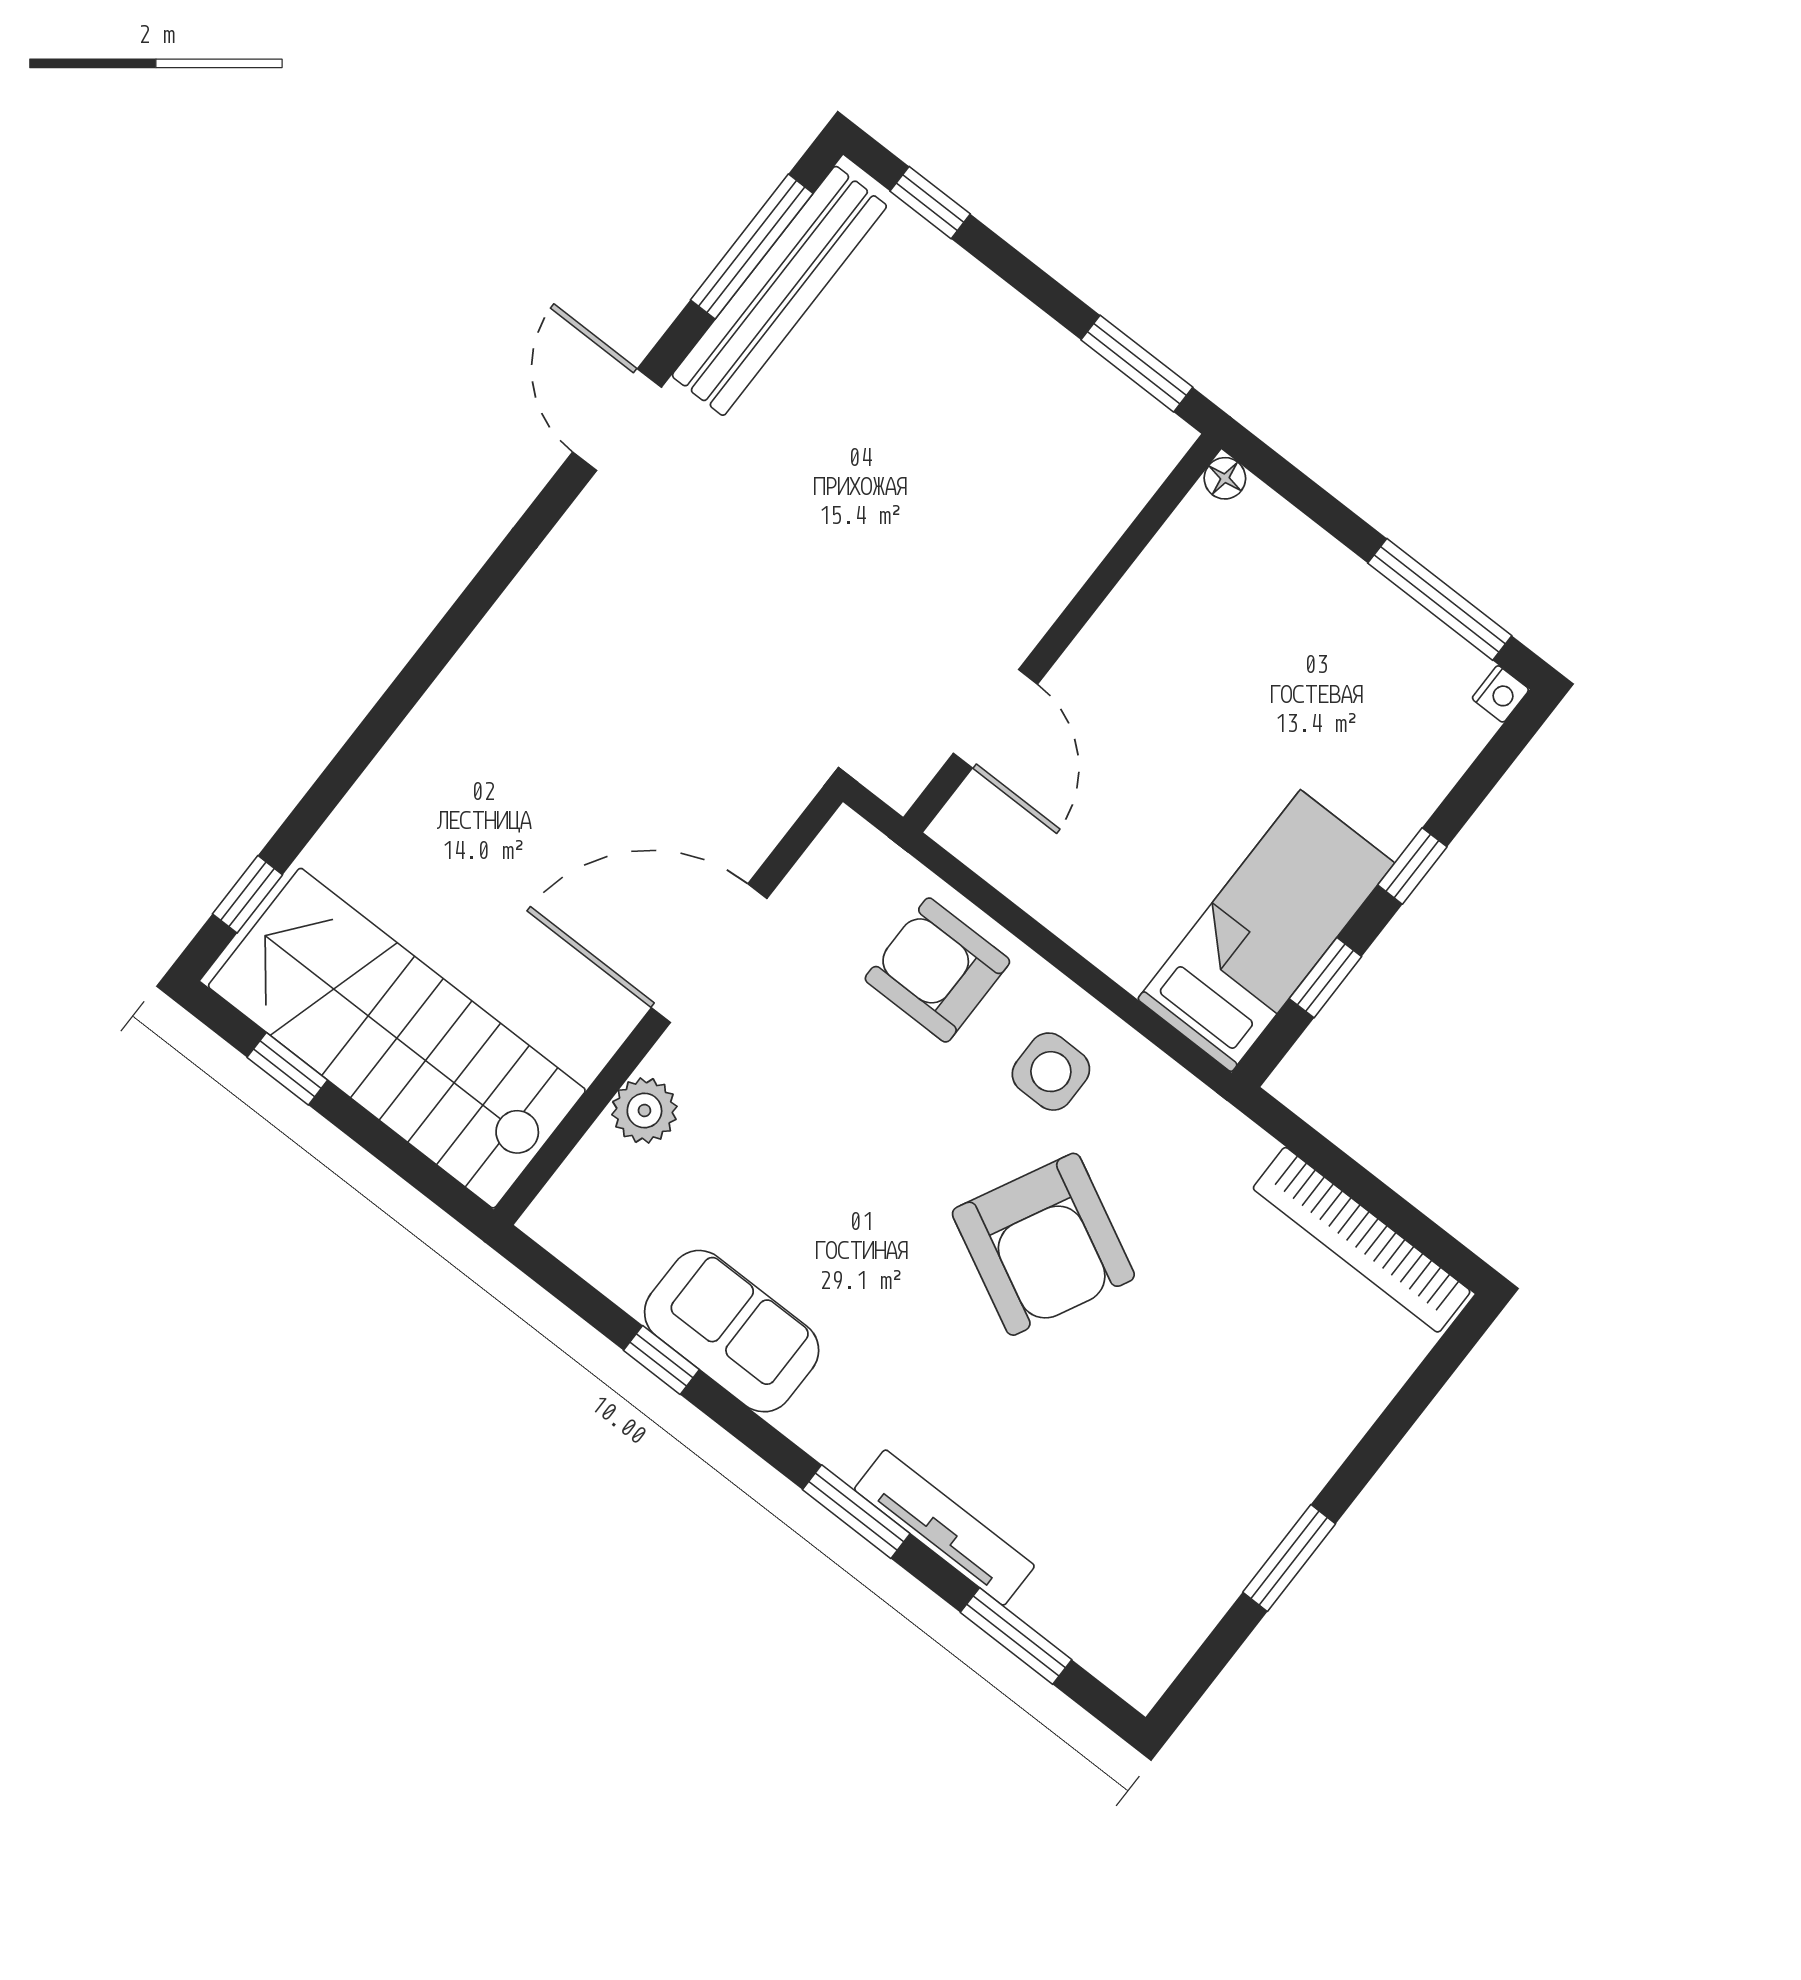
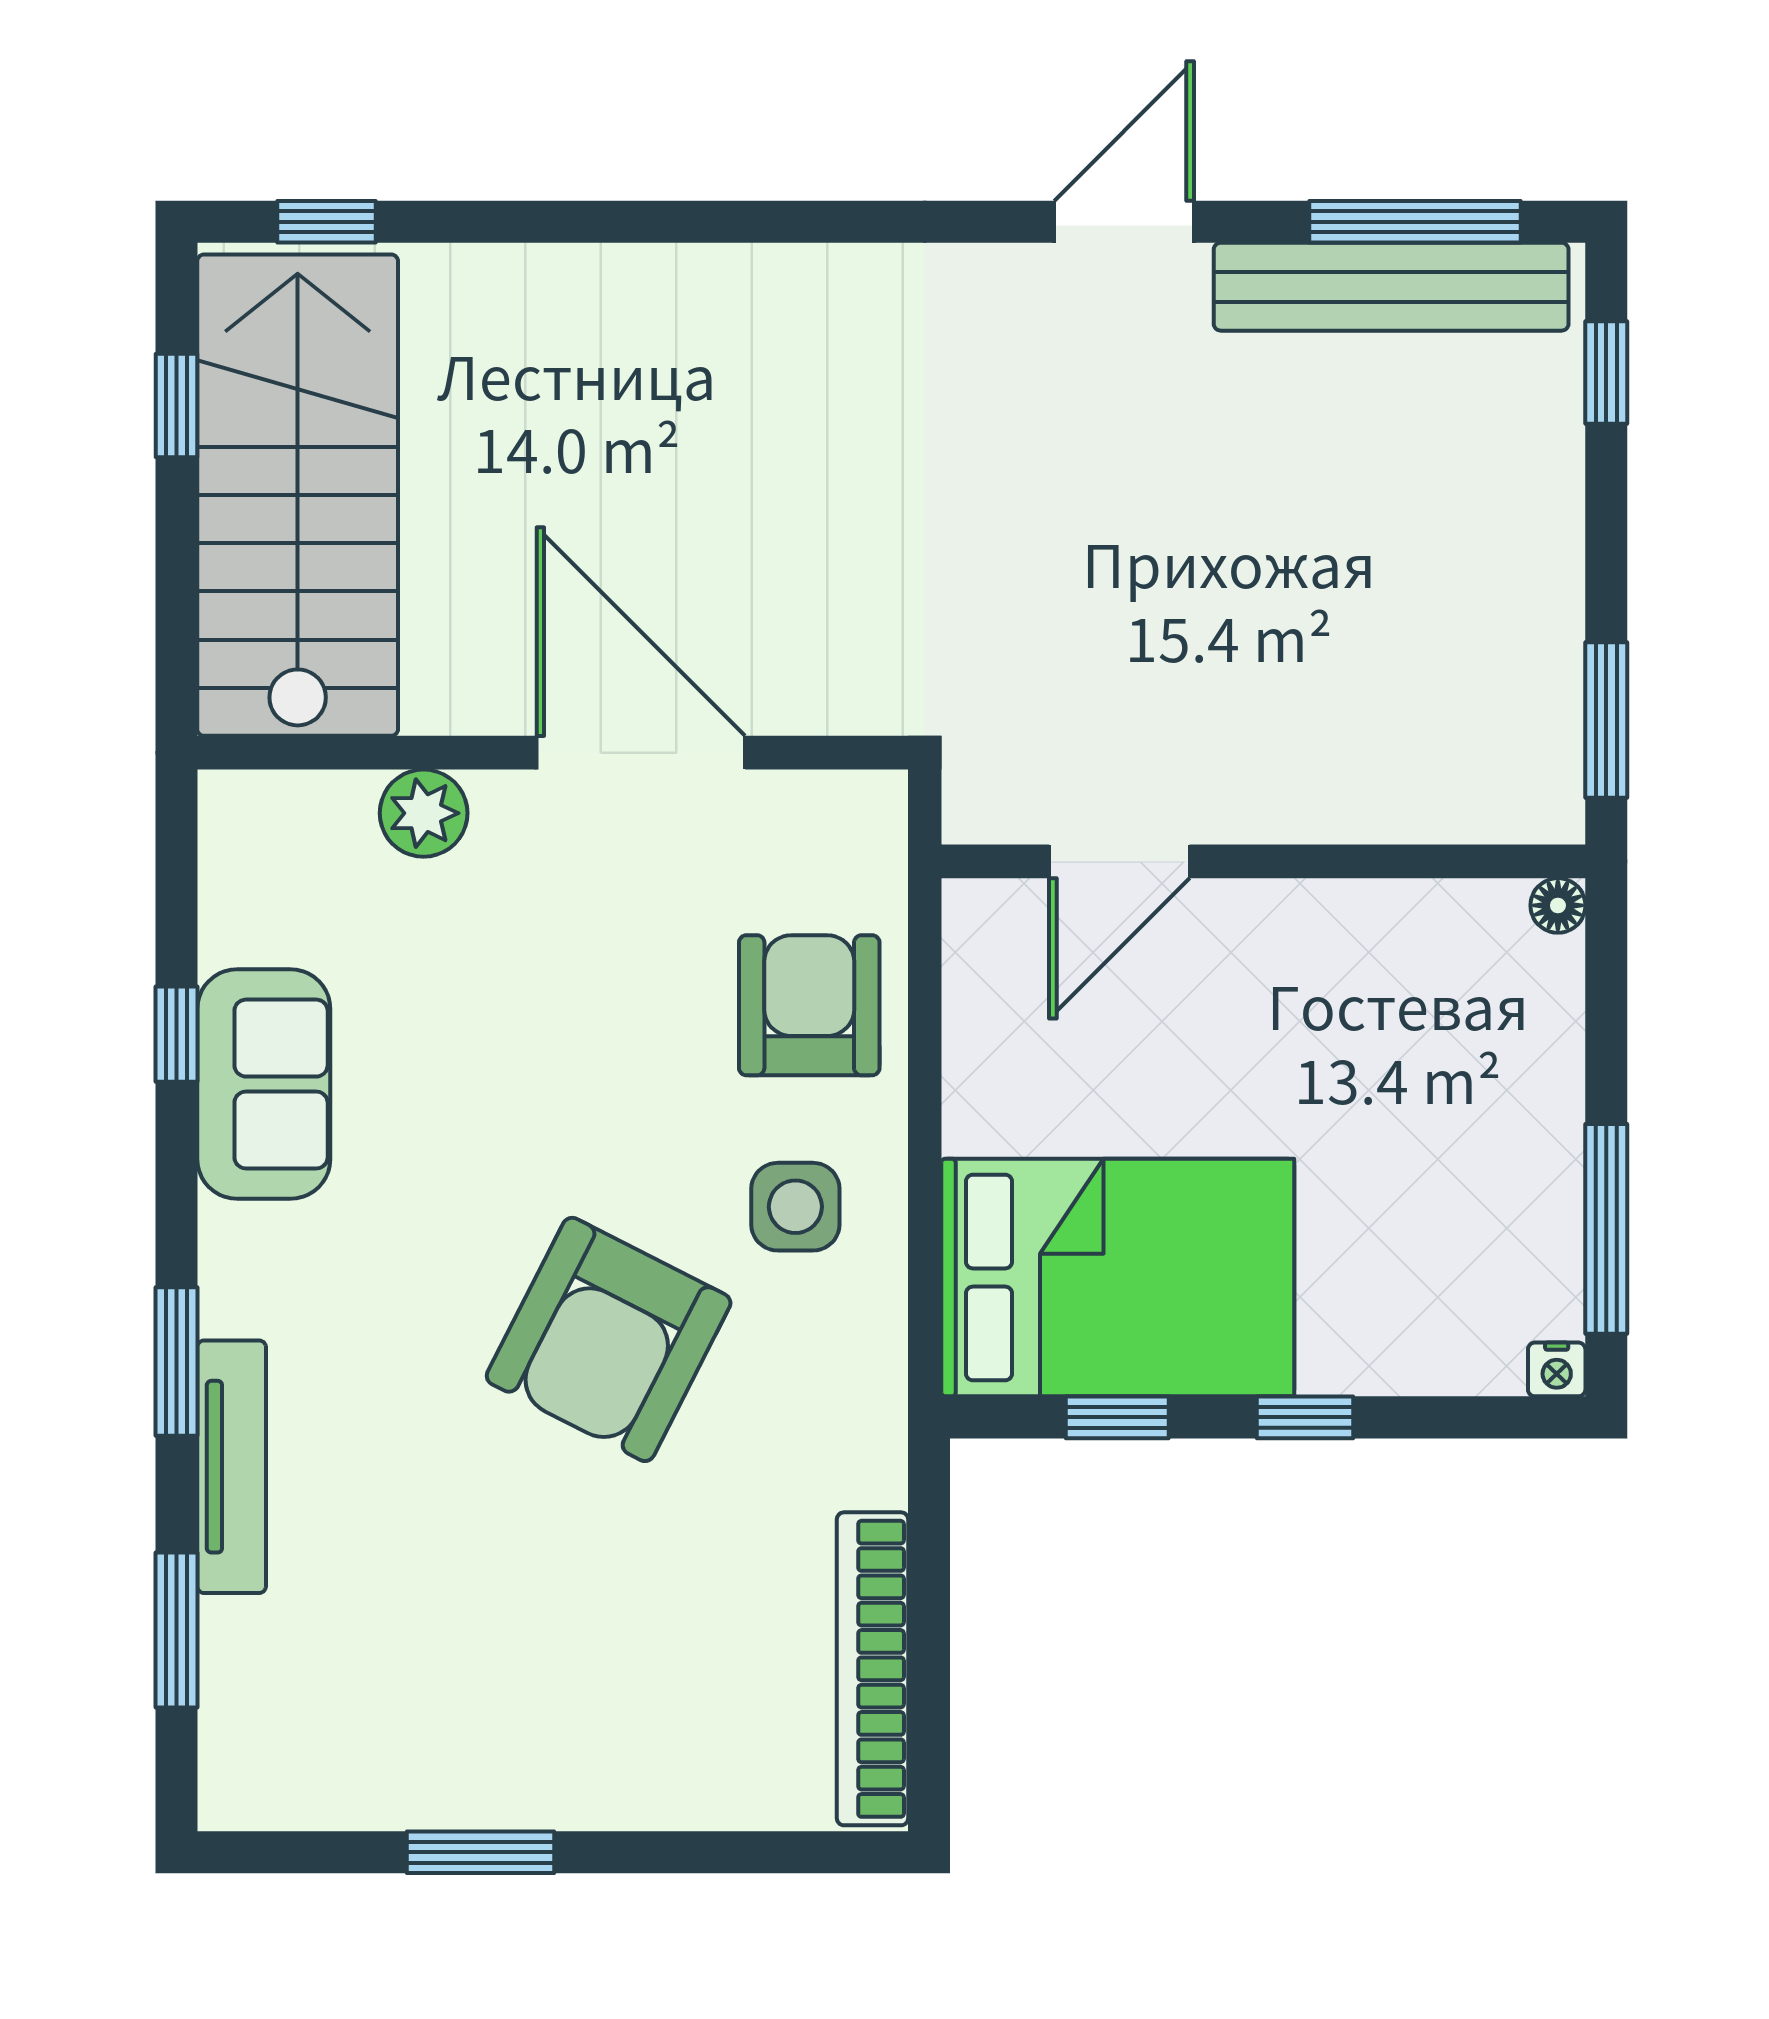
bed: (1266, 931) -> (1118, 1278), width x1.50

